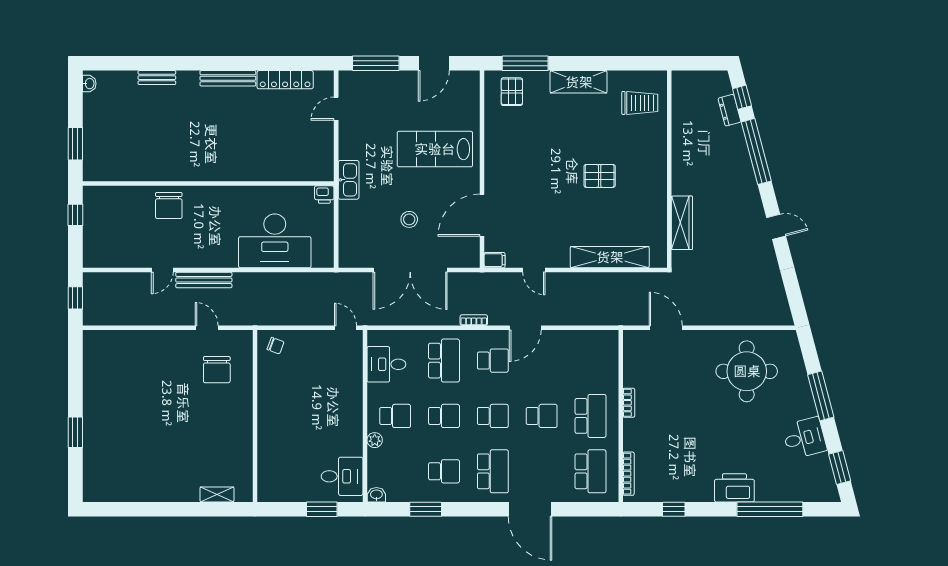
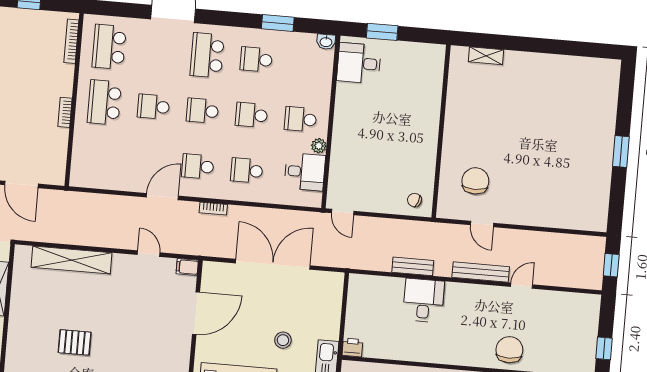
stool: (409, 219) -> (283, 340), moved
desk: (275, 241) -> (424, 300), width x0.53, depth x0.77
bench: (272, 280) -> (413, 266), added
school desk: (444, 361) -> (247, 171), width x0.54
window: (75, 432) -> (621, 152), moved
plant: (375, 440) -> (319, 146), moved

